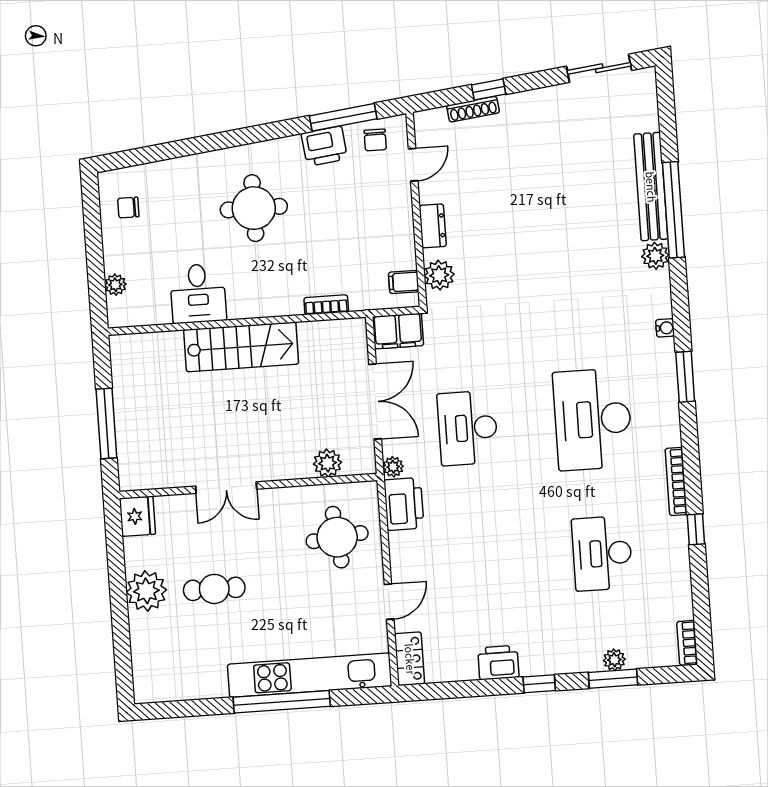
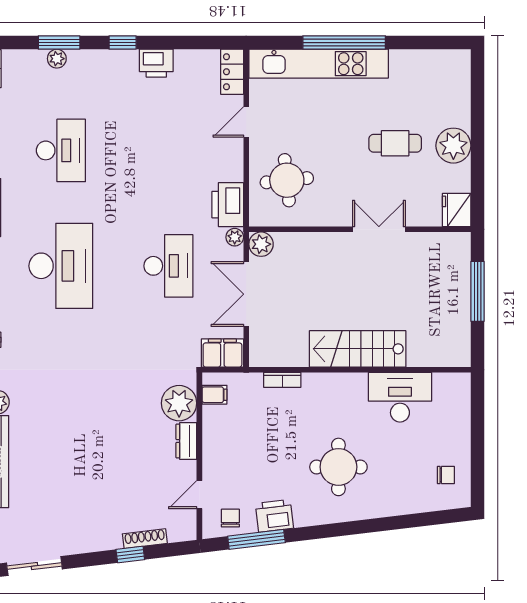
plant: (439, 275) -> (179, 403), width x1.36, depth x1.36
plant: (115, 285) -> (462, 410), removed
desk: (198, 293) -> (400, 397), width x1.37
plant: (327, 463) -> (261, 244), moved

